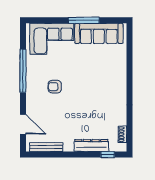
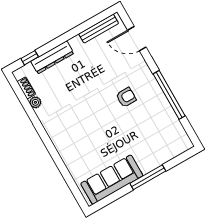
window: (84, 20) -> (148, 177), moved
corner sofa: (52, 39) -> (158, 146), removed
plant: (122, 120) -> (35, 102), added

